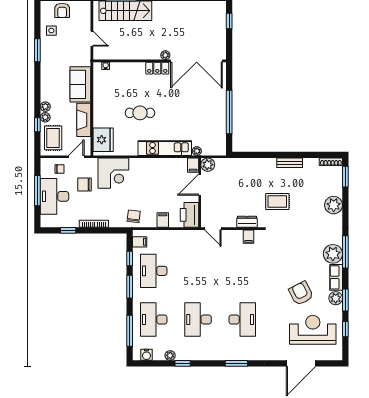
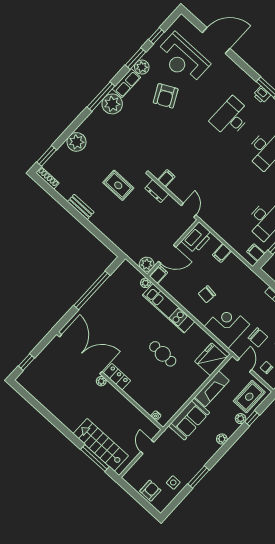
plant: (45, 107) -> (222, 439), moved
door: (76, 157) -> (245, 365), swing flipped
chair: (134, 216) -> (207, 294), moved
printer: (235, 355) -> (262, 95), added

